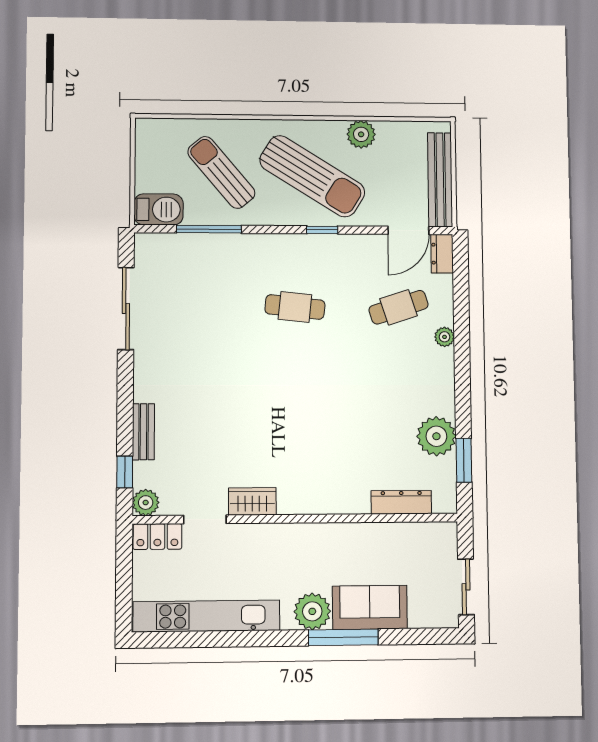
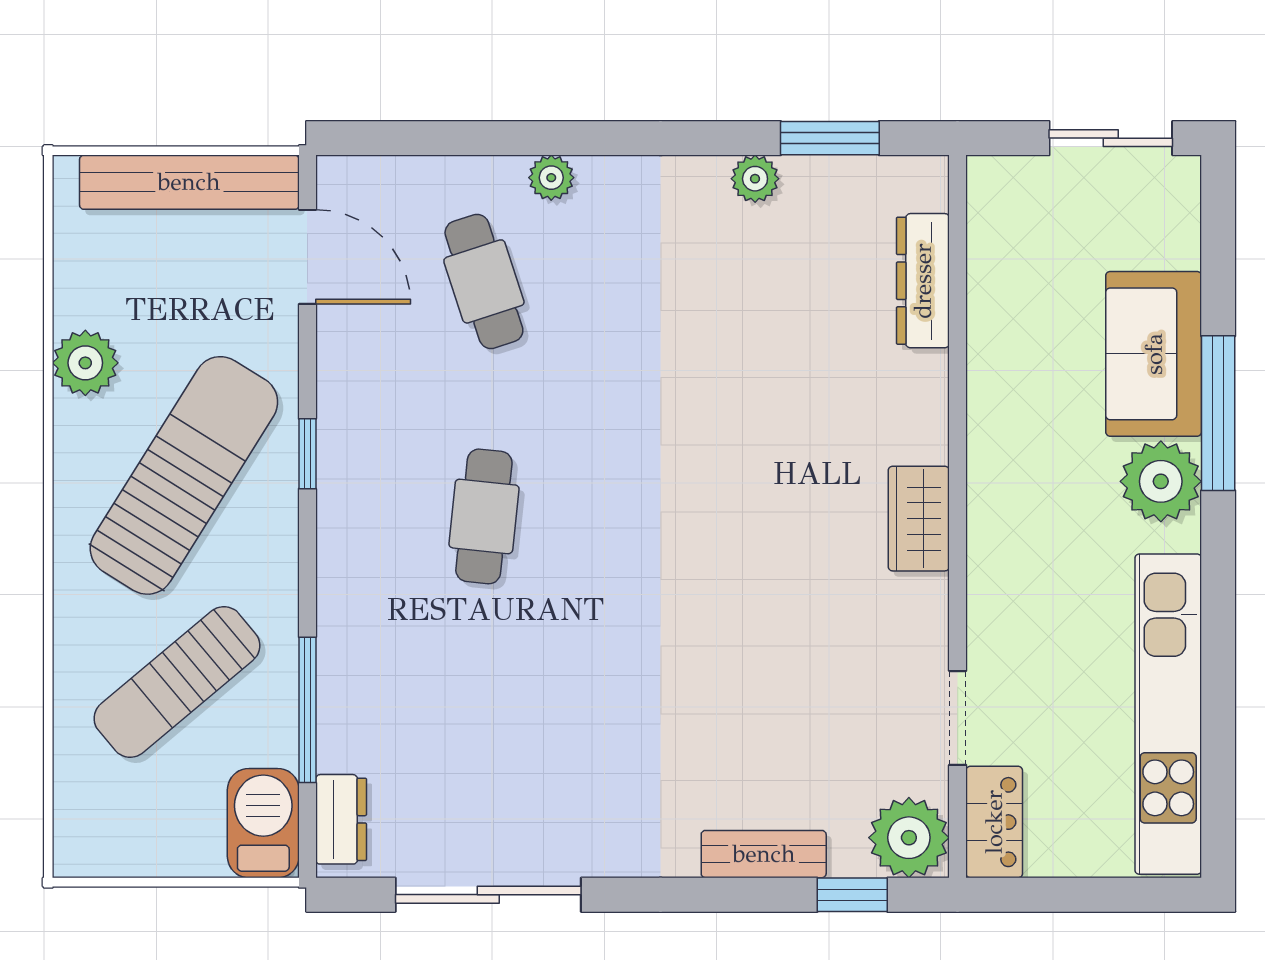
dresser: (442, 254) -> (341, 819), moved, turned -90
plant: (436, 436) -> (755, 179), width x0.53, depth x0.53
wardrobe: (252, 501) -> (919, 519), moved
plant: (146, 503) -> (909, 838), width x1.36, depth x1.36

